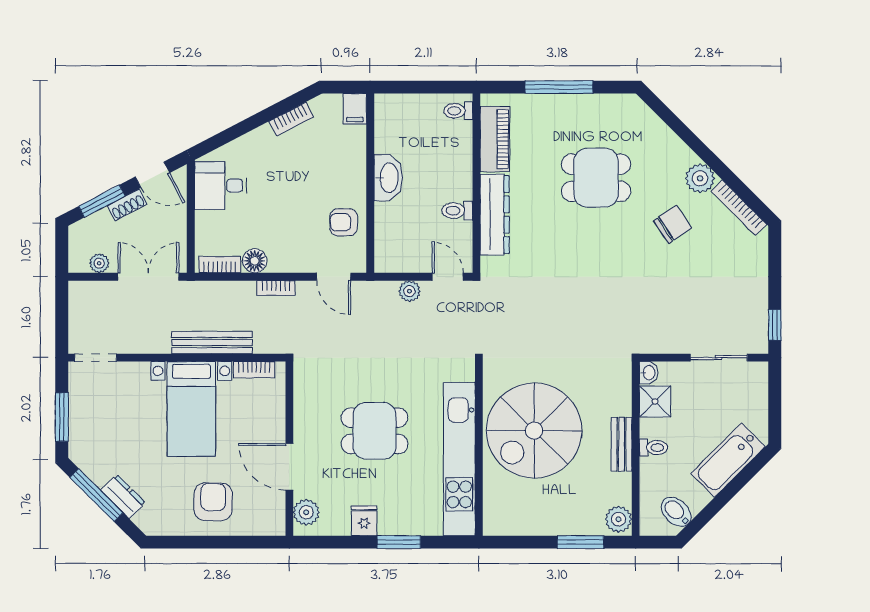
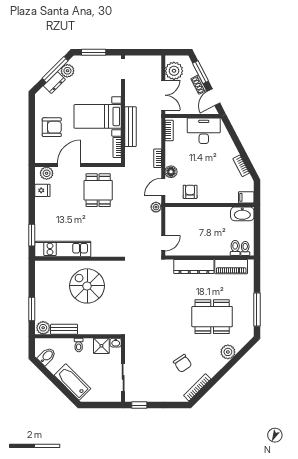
window: (559, 87) -> (257, 310), moved
washbasin: (388, 178) -> (242, 214), moved
dining table: (596, 178) -> (212, 317), width x1.38
plant: (700, 178) -> (228, 352), moved
desk: (221, 186) -> (204, 131), width x1.37
toilet: (457, 211) -> (235, 248), moved
chair: (673, 224) -> (183, 363), moved
floor lamp: (255, 261) -> (171, 172), moved
plant: (99, 263) -> (174, 71), width x1.88, depth x1.88
plant: (409, 291) -> (156, 207), moved
dining table: (375, 431) -> (98, 190), moved
spiral stairs: (534, 431) -> (87, 286), width x0.73, depth x0.73
bench: (622, 444) -> (64, 329), moved
kitchen unit: (459, 459) -> (63, 249), width x0.73
plant: (99, 470) -> (67, 71), added
fridge: (364, 521) -> (42, 190), moved
window: (399, 542) -> (32, 235), moved

